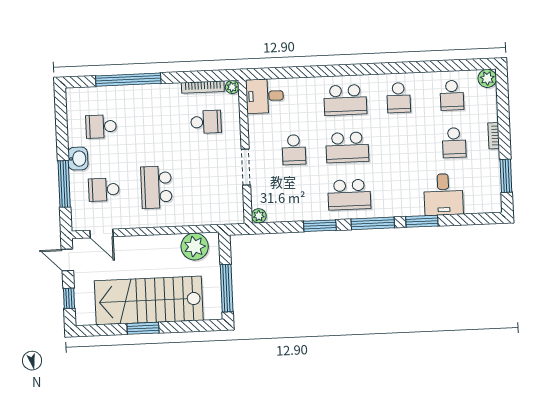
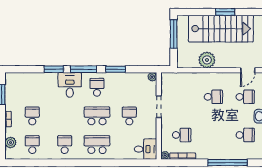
plant: (487, 78) -> (11, 142), moved
school desk: (206, 122) -> (182, 135), turned 180
school desk: (156, 187) -> (213, 97), width x0.54
desk: (443, 194) -> (70, 85), moved
school desk: (349, 195) -> (97, 87), width x0.54
door: (102, 234) -> (248, 70), swing flipped
plant: (195, 247) -> (207, 60), moved

